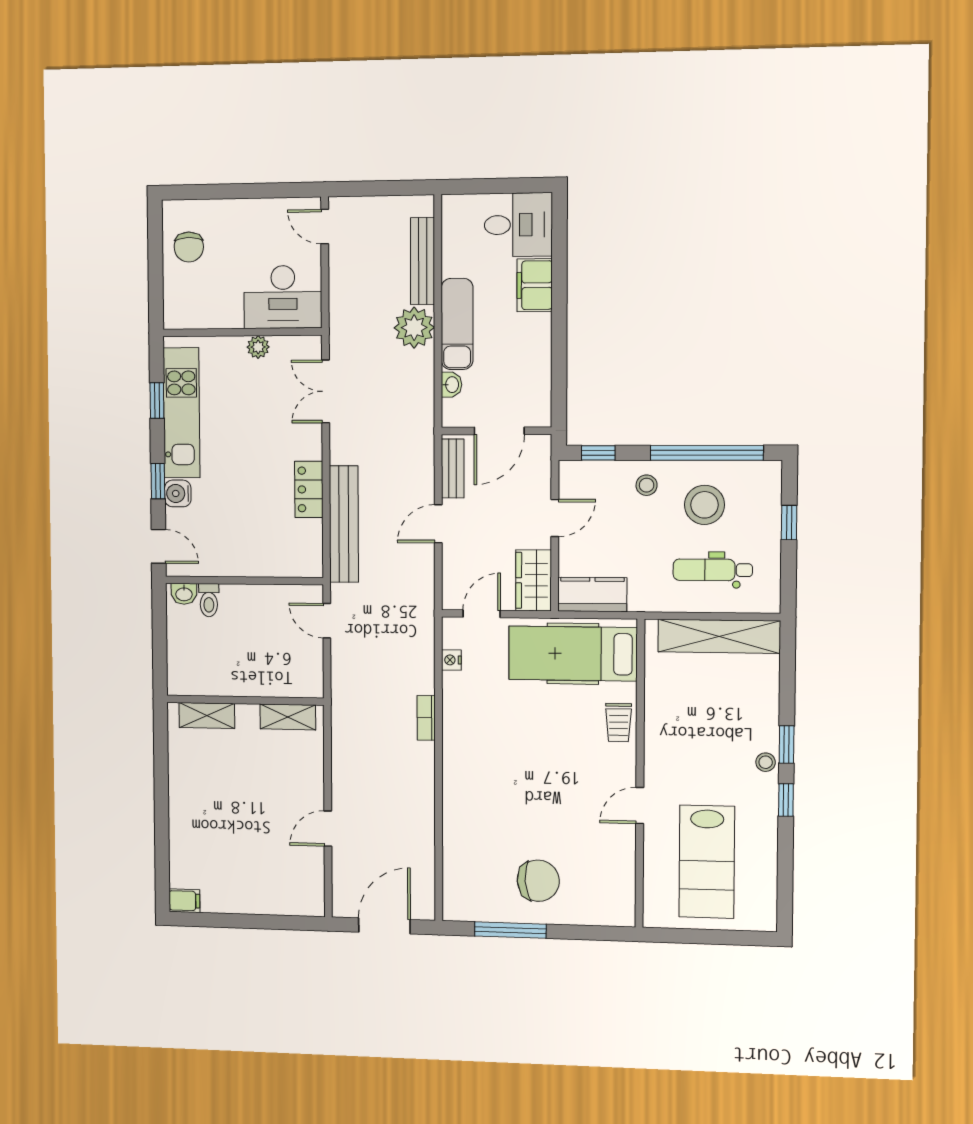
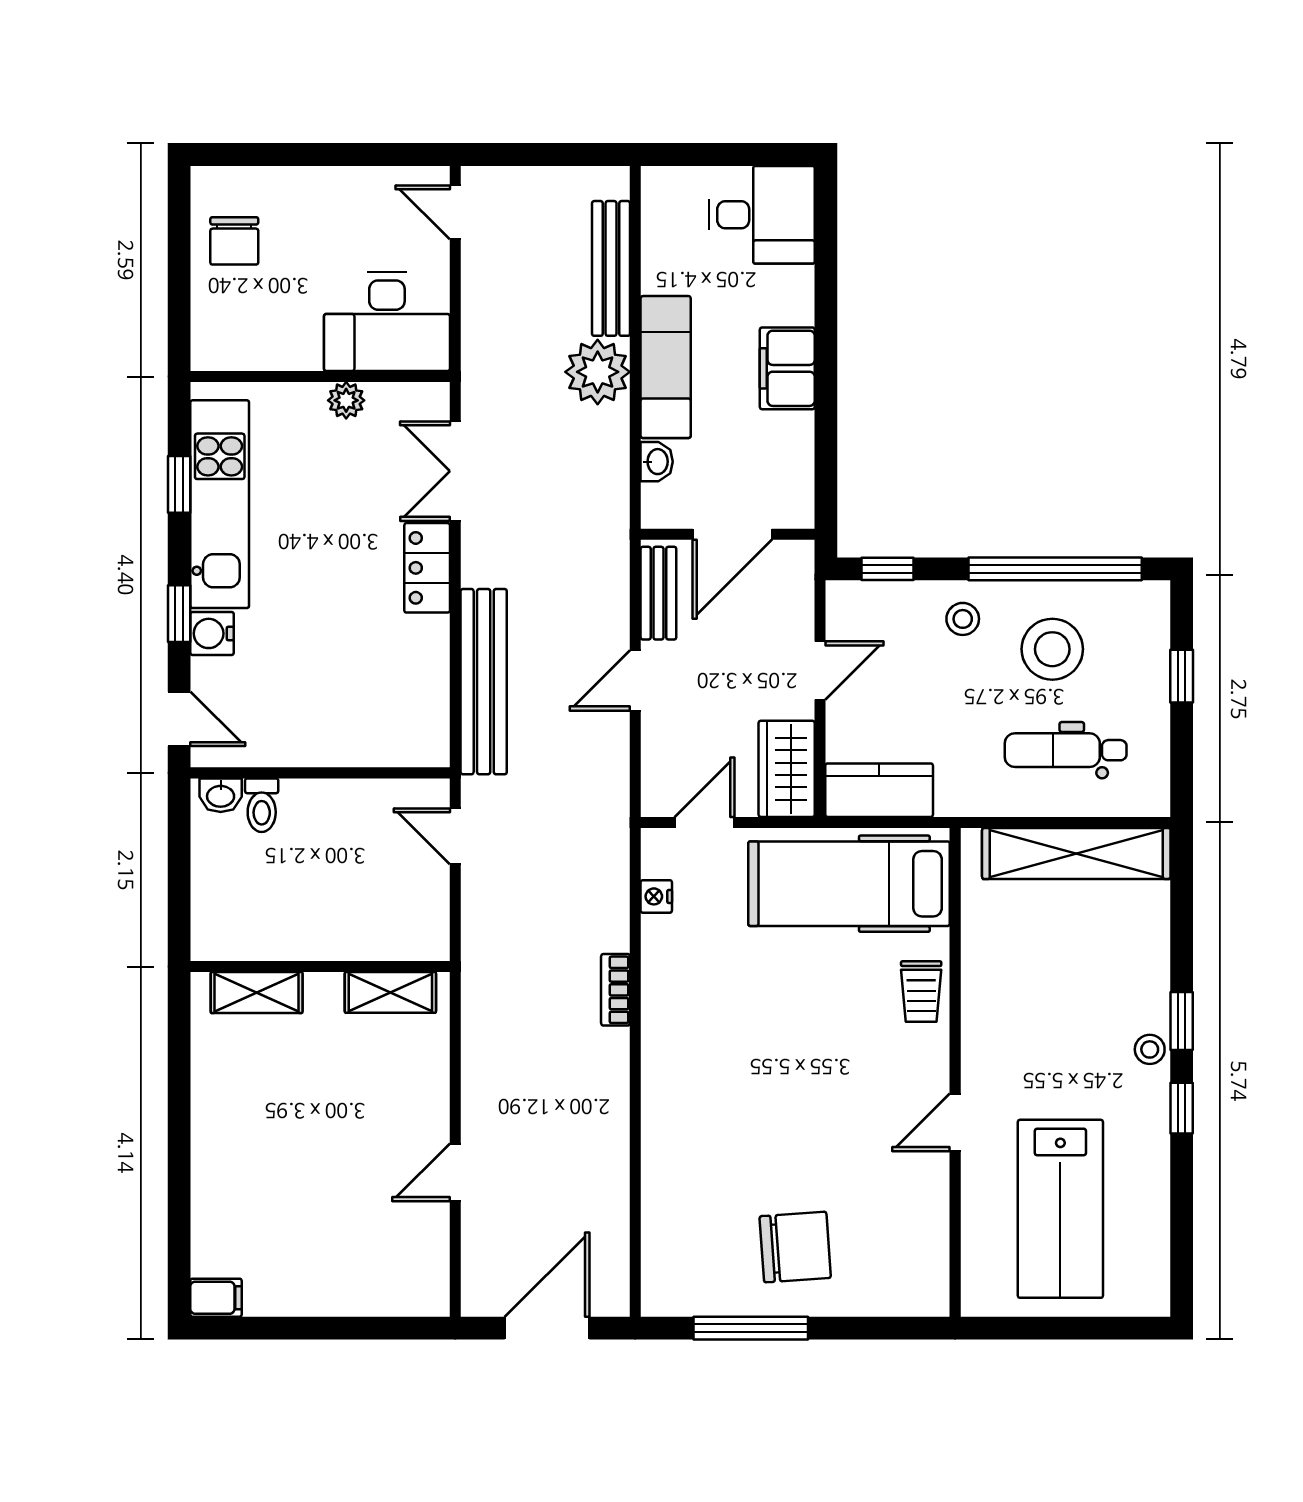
filing cabinet: (535, 285) -> (787, 368), moved
locker: (309, 489) -> (427, 568), moved

